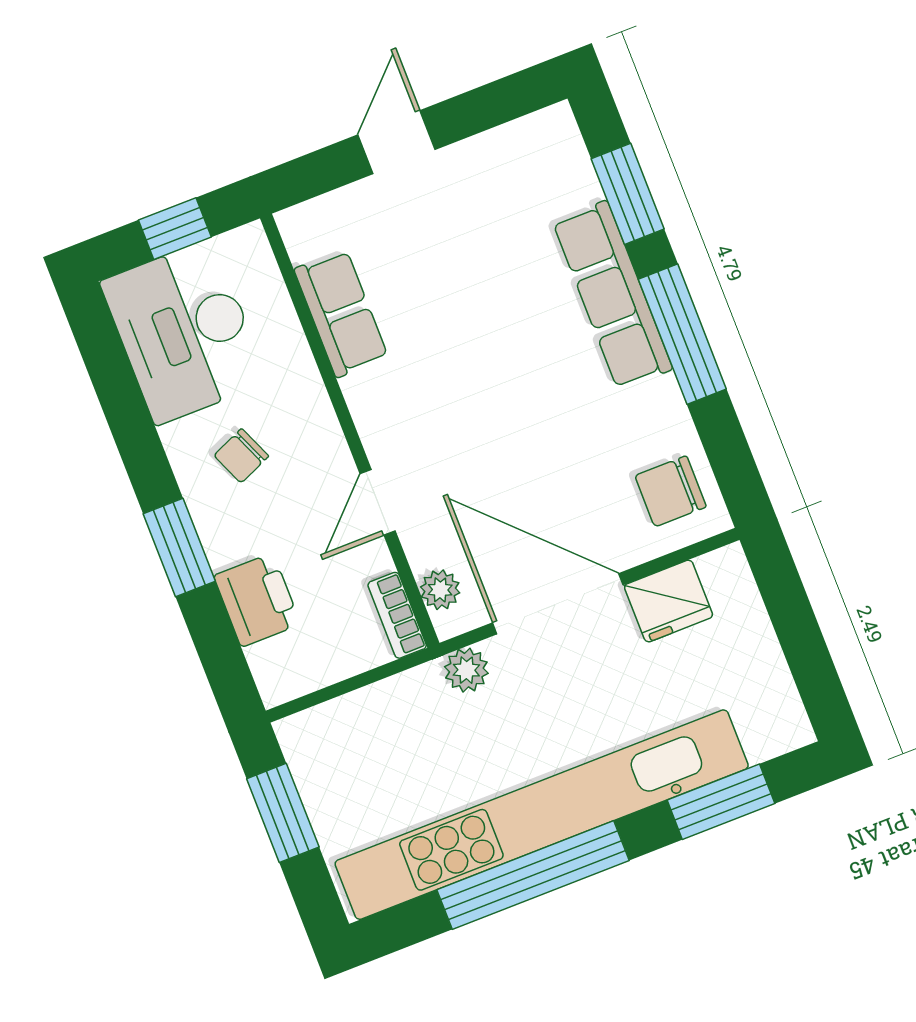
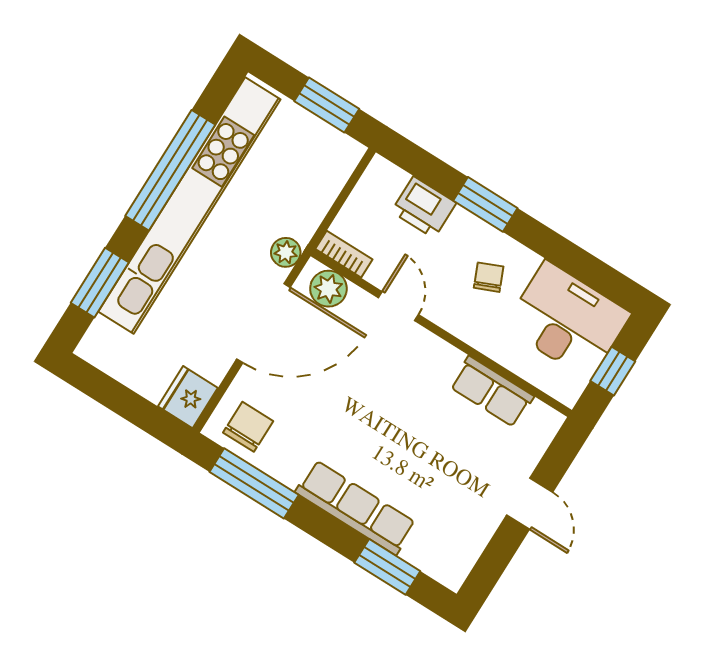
window: (682, 334) -> (254, 483), moved
plant: (440, 590) -> (328, 289), width x1.38, depth x1.38
fridge: (669, 601) -> (188, 397), moved

